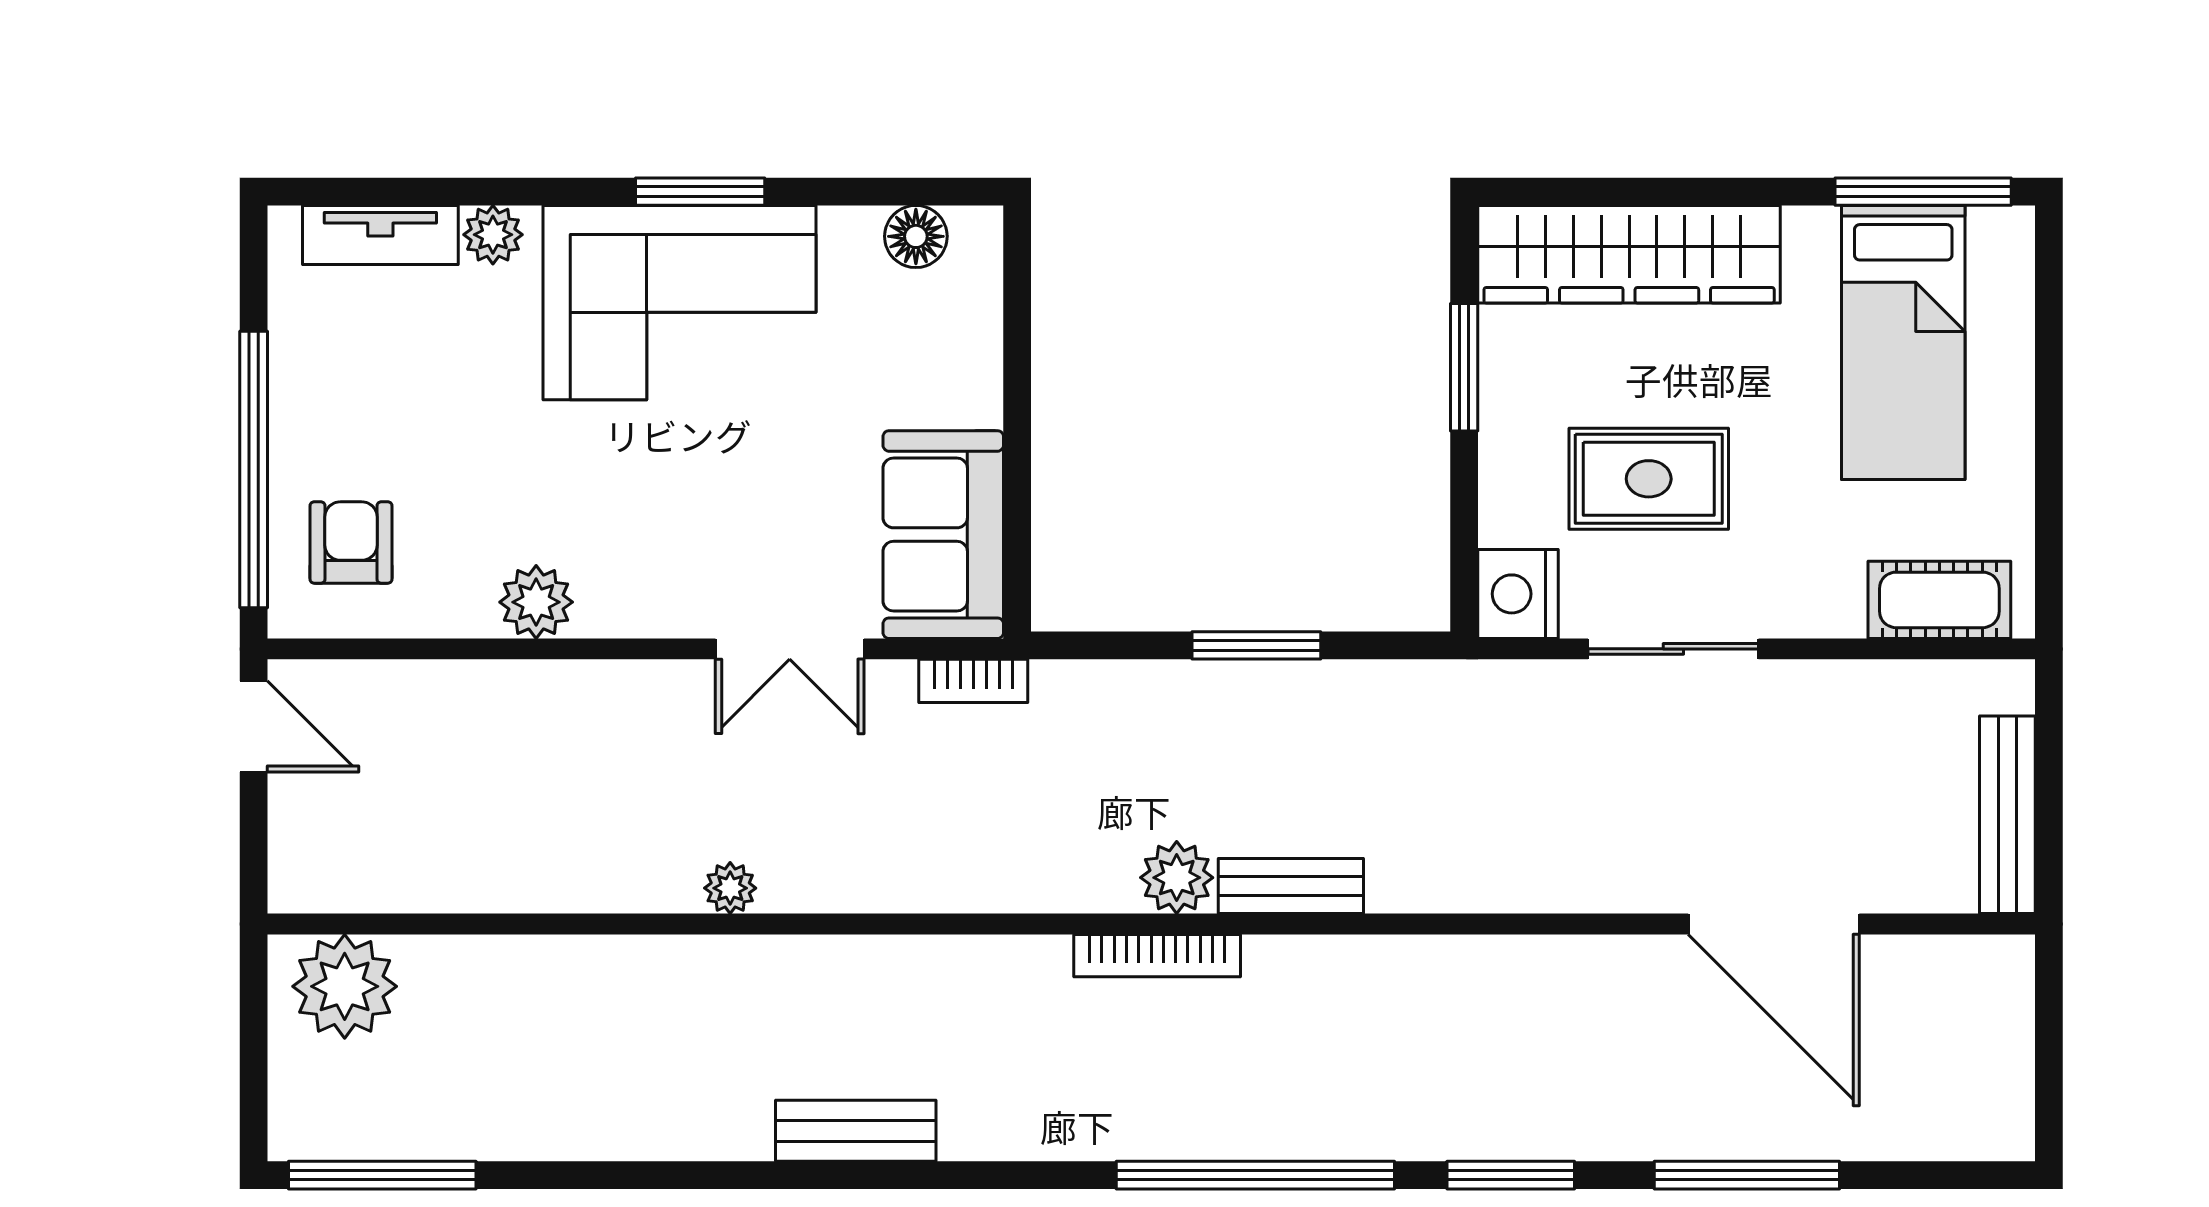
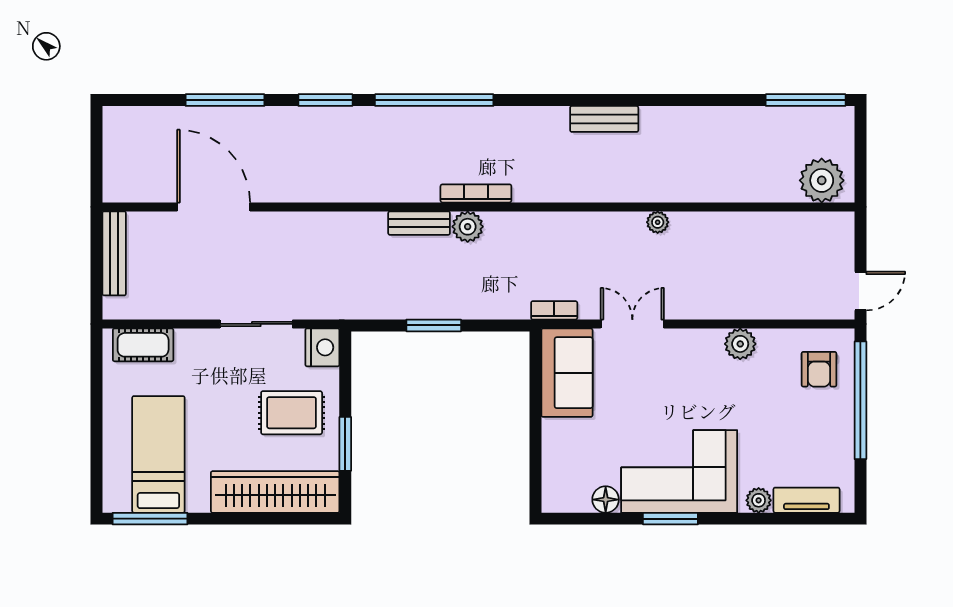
floor lamp: (916, 236) -> (606, 500), moved
rug: (1649, 479) -> (292, 413), moved
door: (254, 726) -> (860, 291), swing flipped

